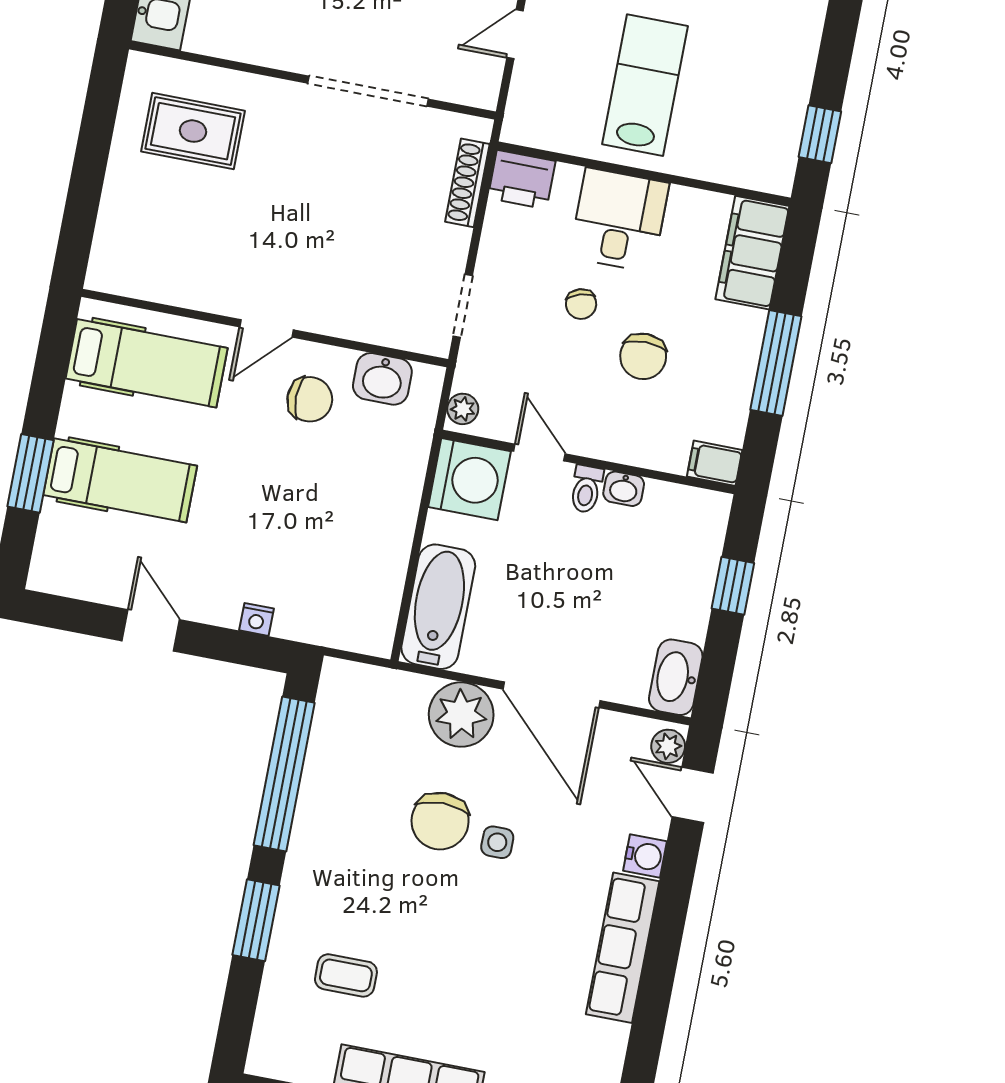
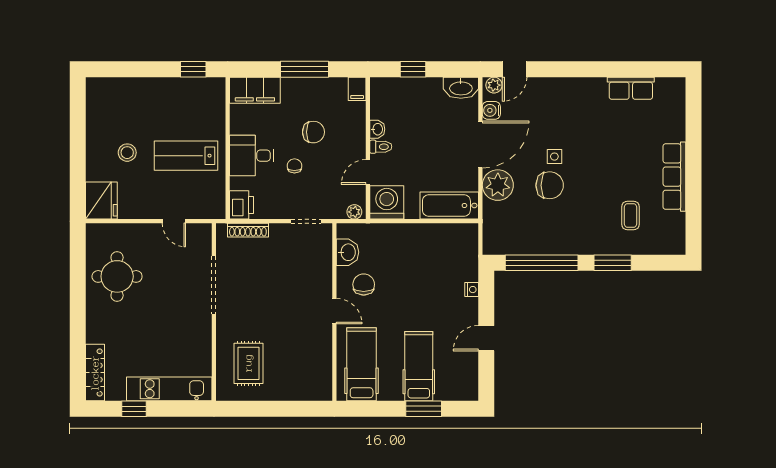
chair: (581, 304) -> (294, 166), turned -73
water cooler: (645, 856) -> (491, 110), moved, turned -90
row of seats: (623, 948) -> (631, 88), moved, width x0.68

